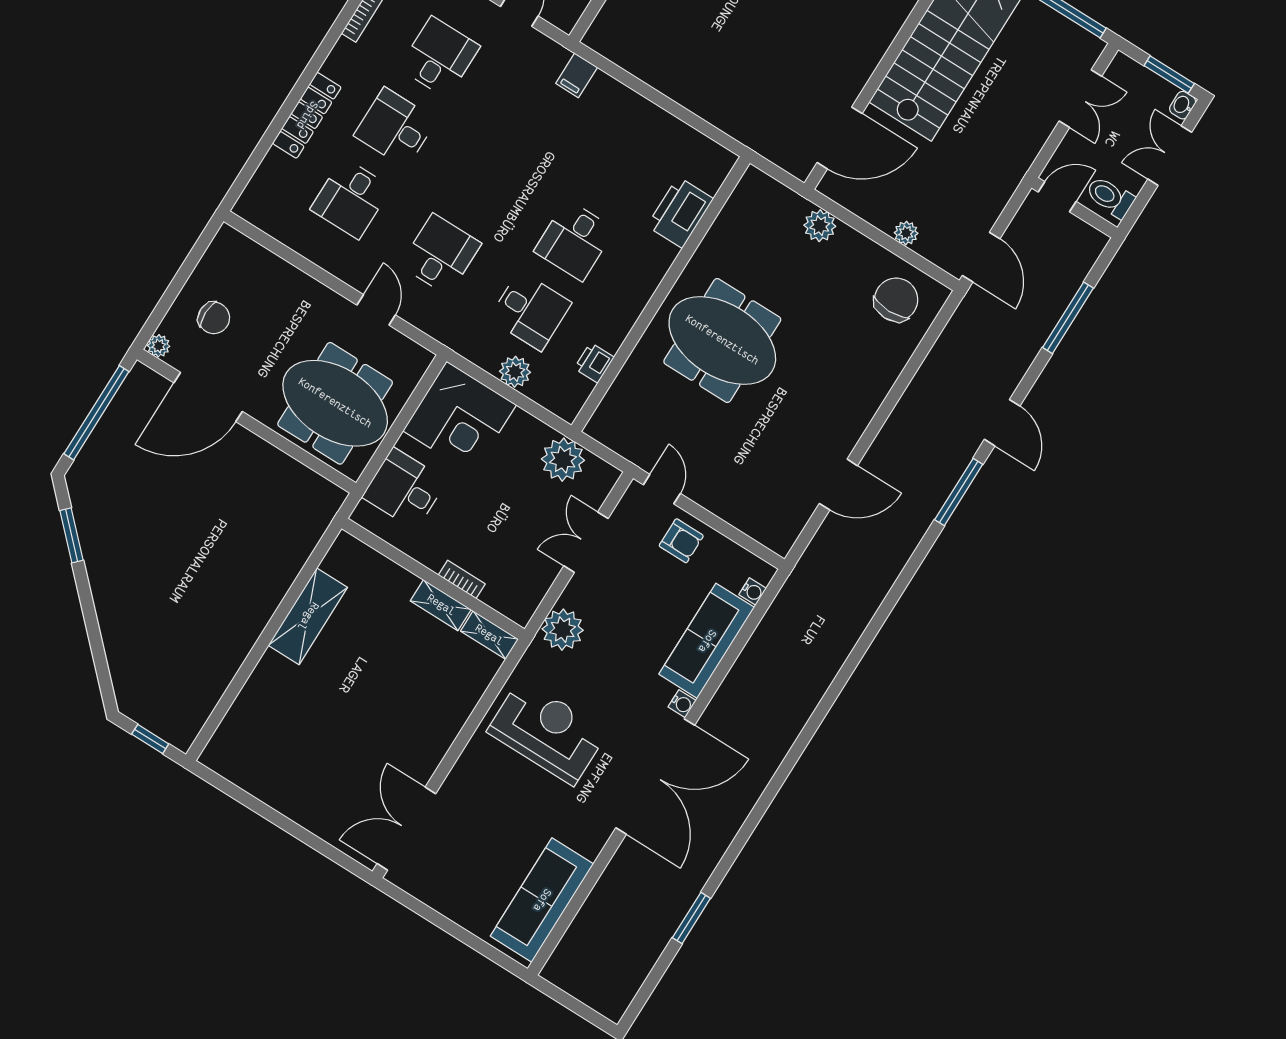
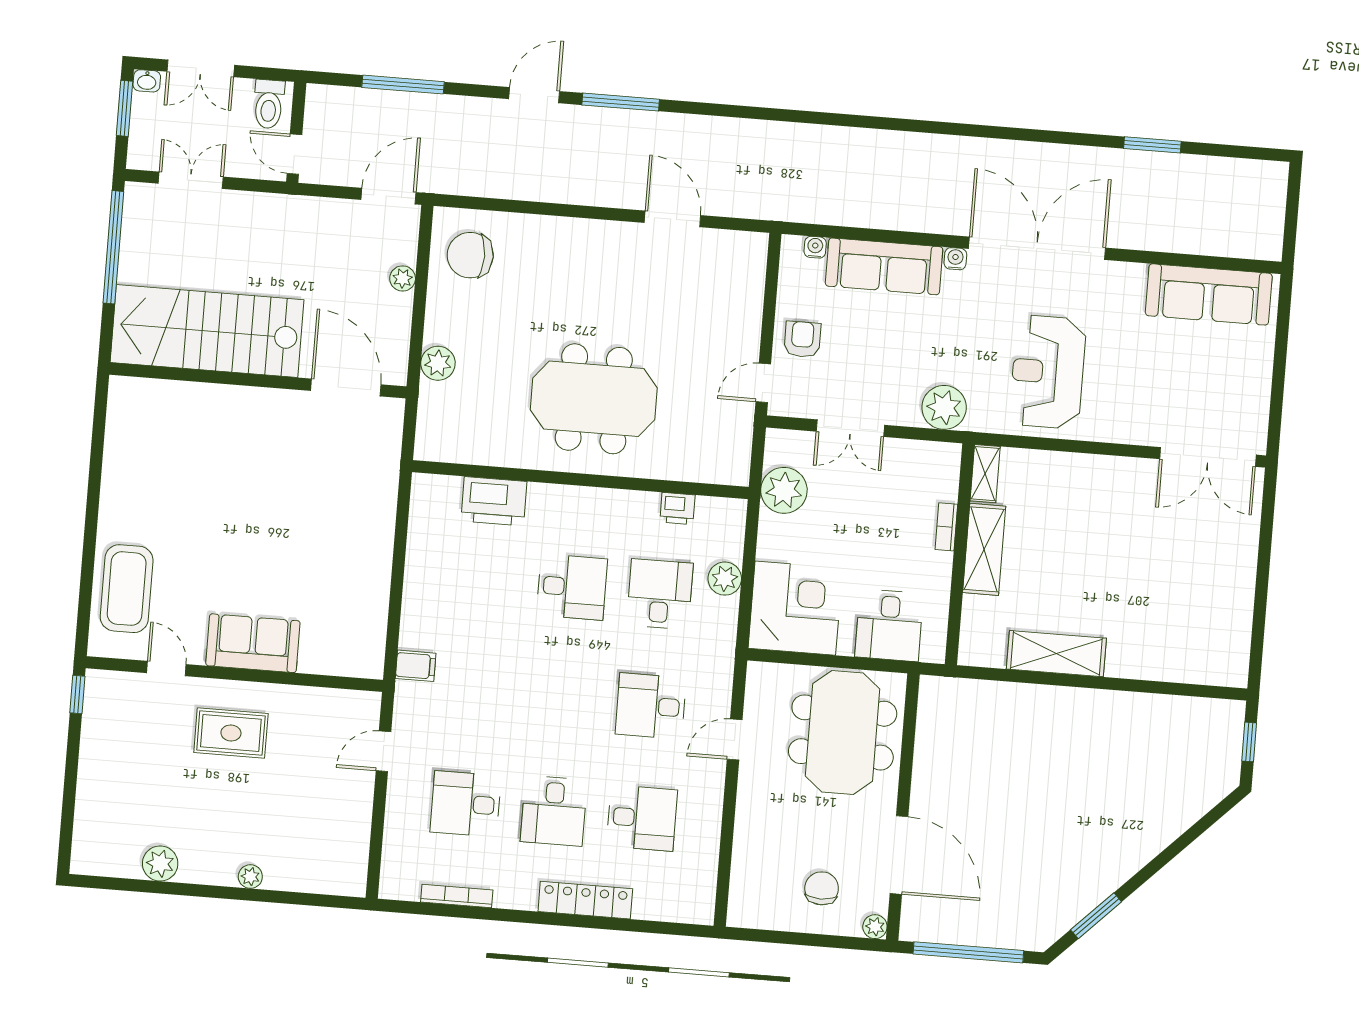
meeting table: (722, 340) -> (594, 399), turned 90
shelving: (441, 605) -> (984, 549), width x1.50, depth x1.33

